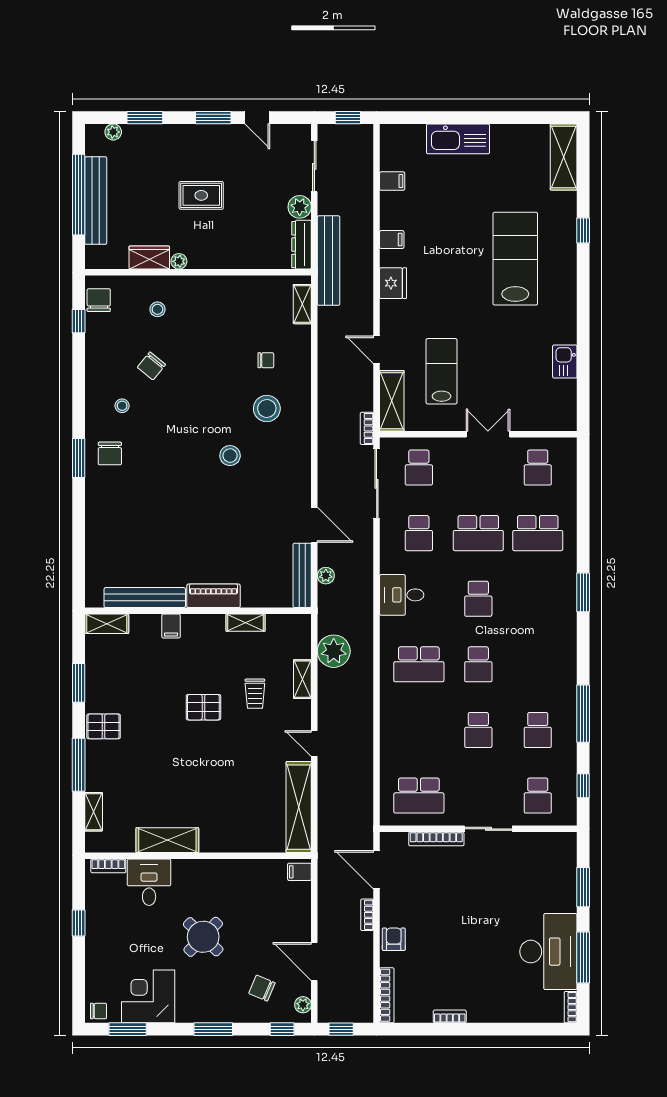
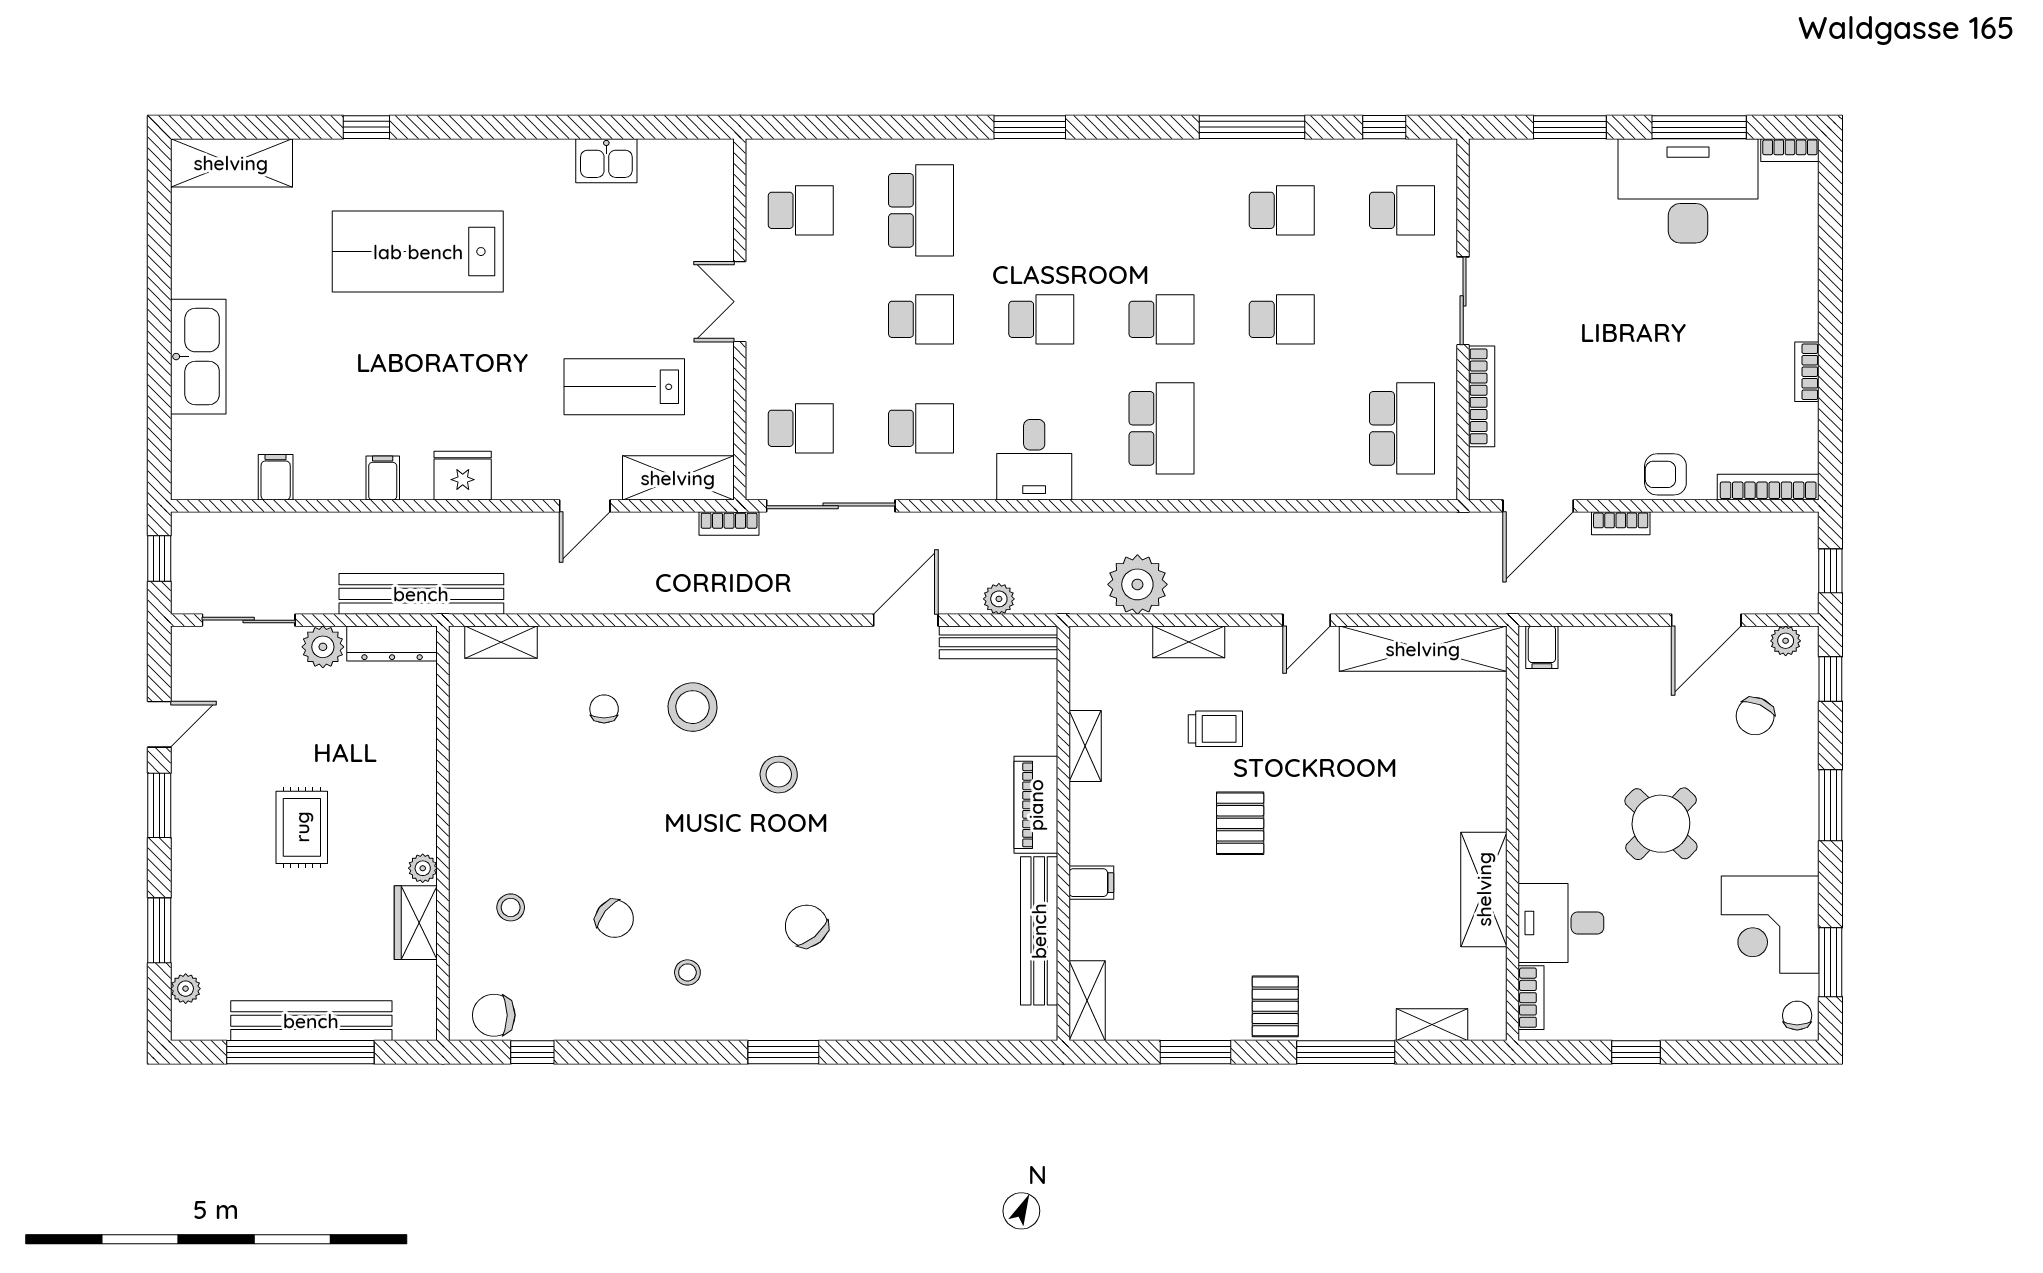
chair: (110, 453) -> (807, 926), moved, turned -130
school desk: (478, 533) -> (921, 319), width x0.54

